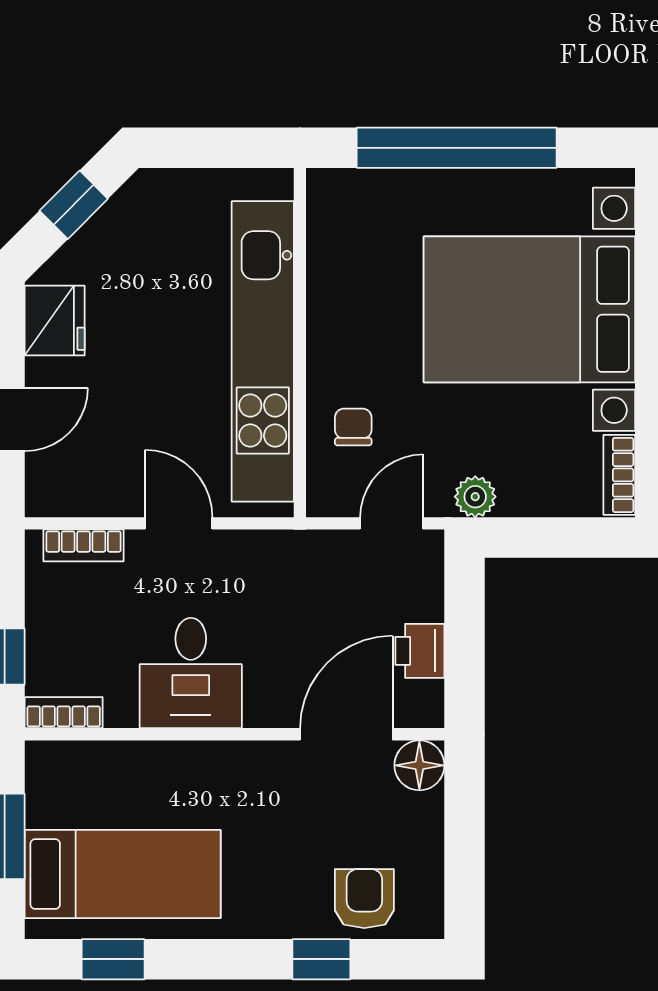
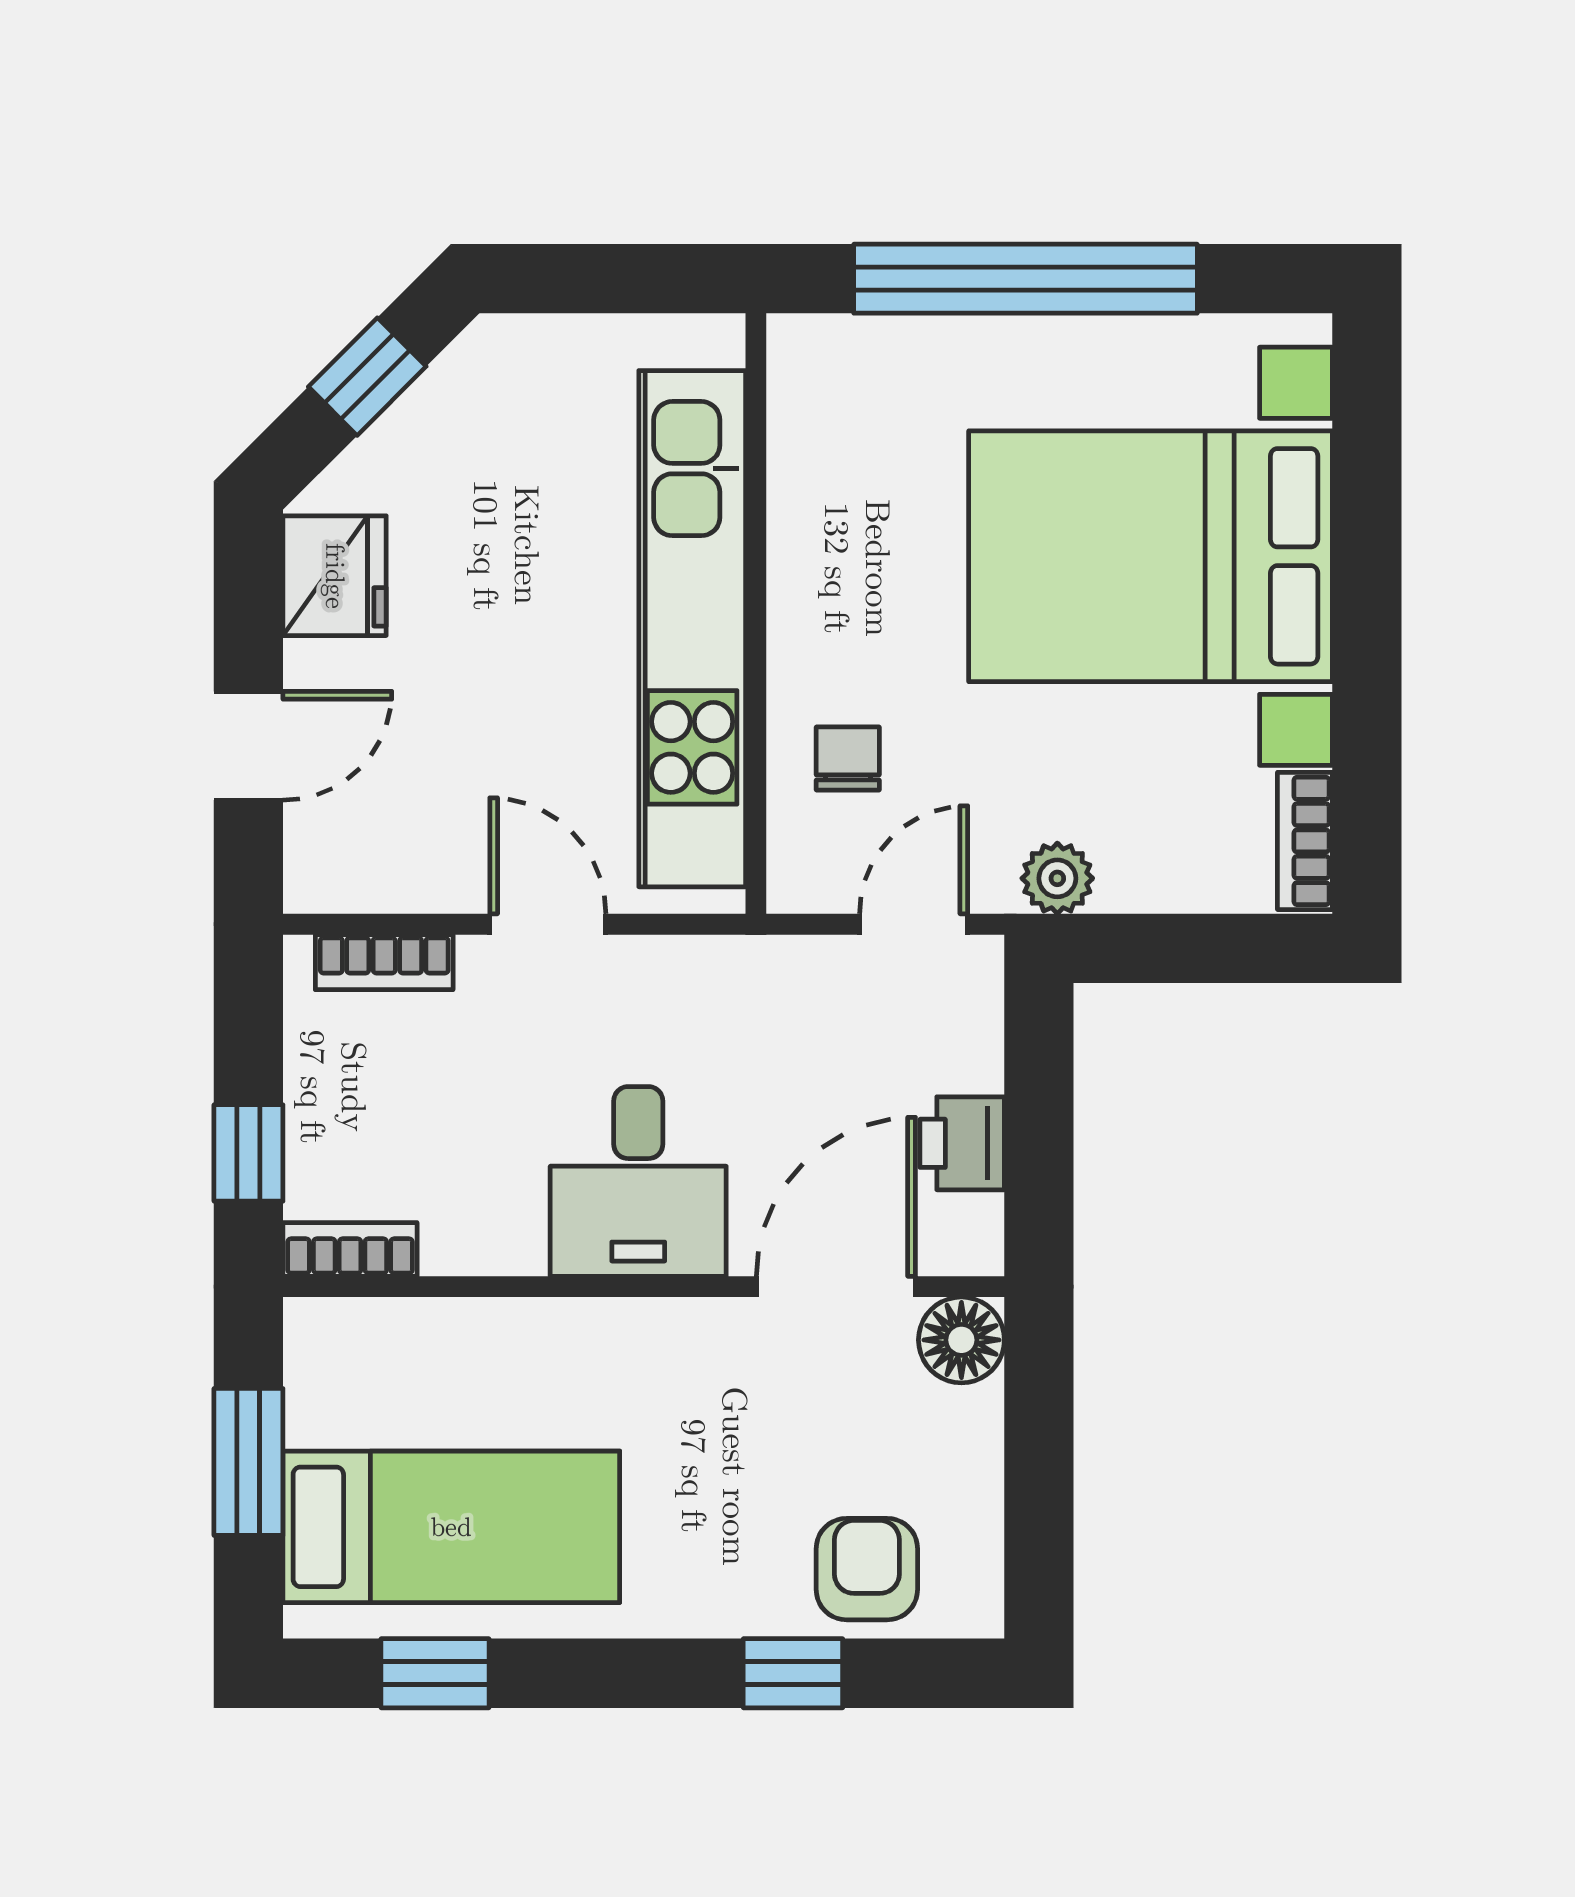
desk: (191, 673) -> (638, 1181), moved

